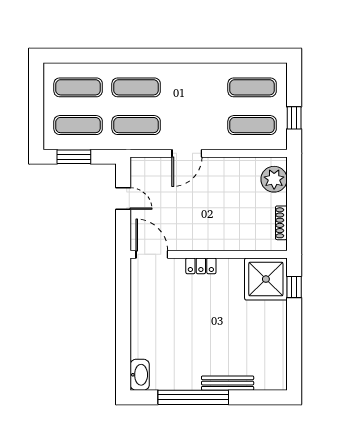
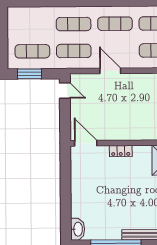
exercise mat: (78, 87) -> (115, 24), moved
door: (187, 153) -> (110, 71), swing flipped
door: (123, 199) -> (65, 91), moved

